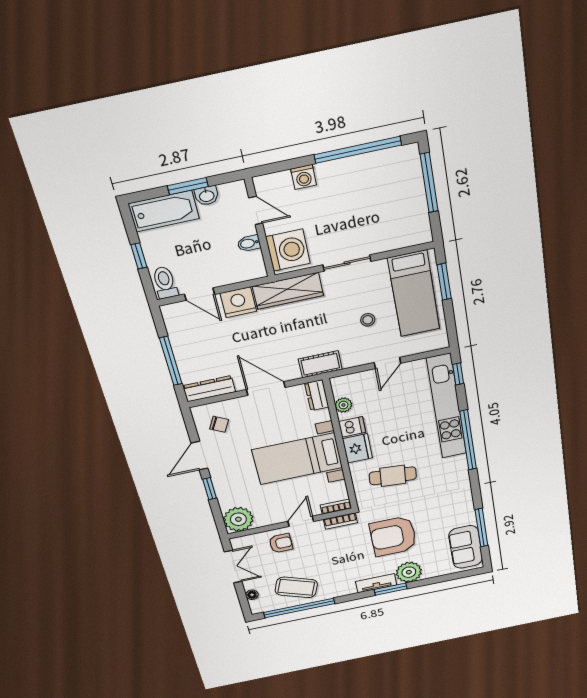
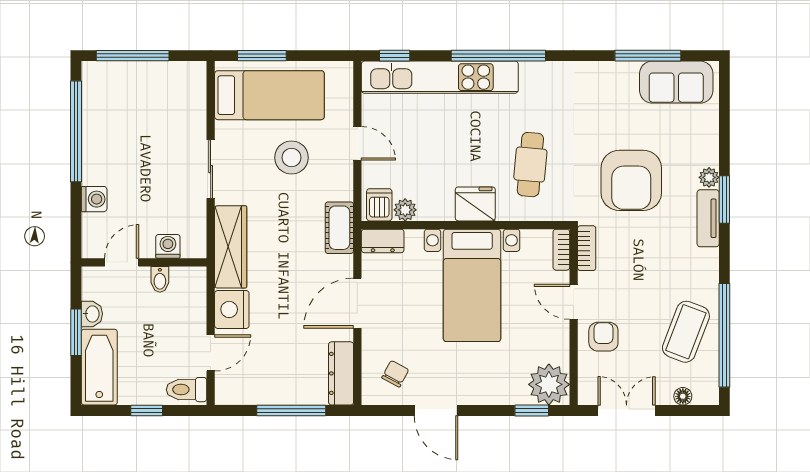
washing machine: (288, 250) -> (168, 246), width x0.53, depth x0.53
stool: (368, 320) -> (292, 158), width x1.89, depth x1.89
dishwasher: (352, 427) -> (379, 205), moved
window: (209, 489) -> (532, 410), moved
plant: (409, 572) -> (709, 177), width x0.53, depth x0.53

